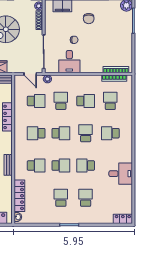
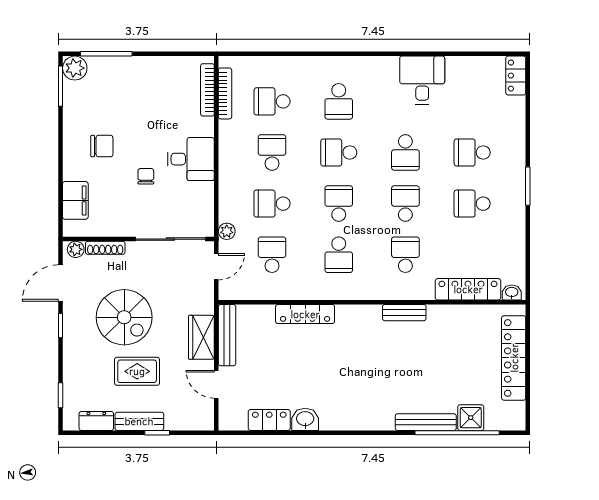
desk: (69, 62) -> (191, 159), moved

